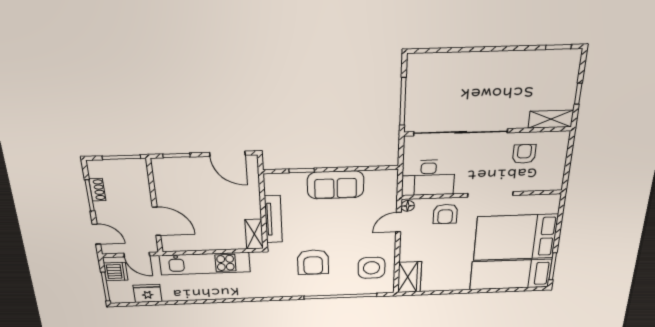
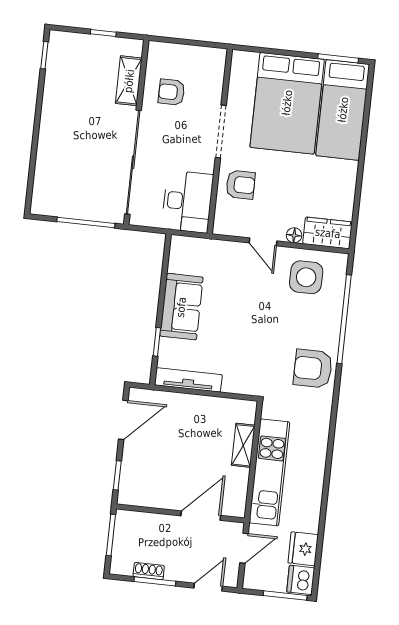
shelving: (551, 119) -> (129, 81), moved
floor lamp: (408, 206) -> (294, 235), moved
tv unit: (273, 219) -> (188, 380), moved
door: (398, 222) -> (263, 242), moved
shelving: (254, 234) -> (243, 445), moved, turned 90
armchair: (313, 262) -> (313, 369), moved, turned 180
dishwasher: (116, 272) -> (301, 580), moved, turned -90

